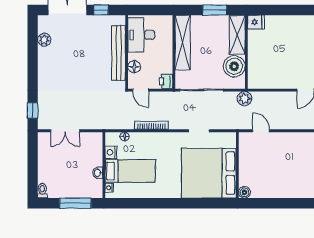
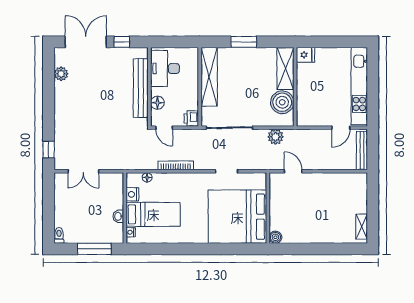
fridge: (256, 22) -> (305, 55), moved
shelving: (237, 35) -> (285, 69), moved
wall: (246, 52) -> (295, 87), moved
boiler: (234, 66) -> (282, 102), moved

